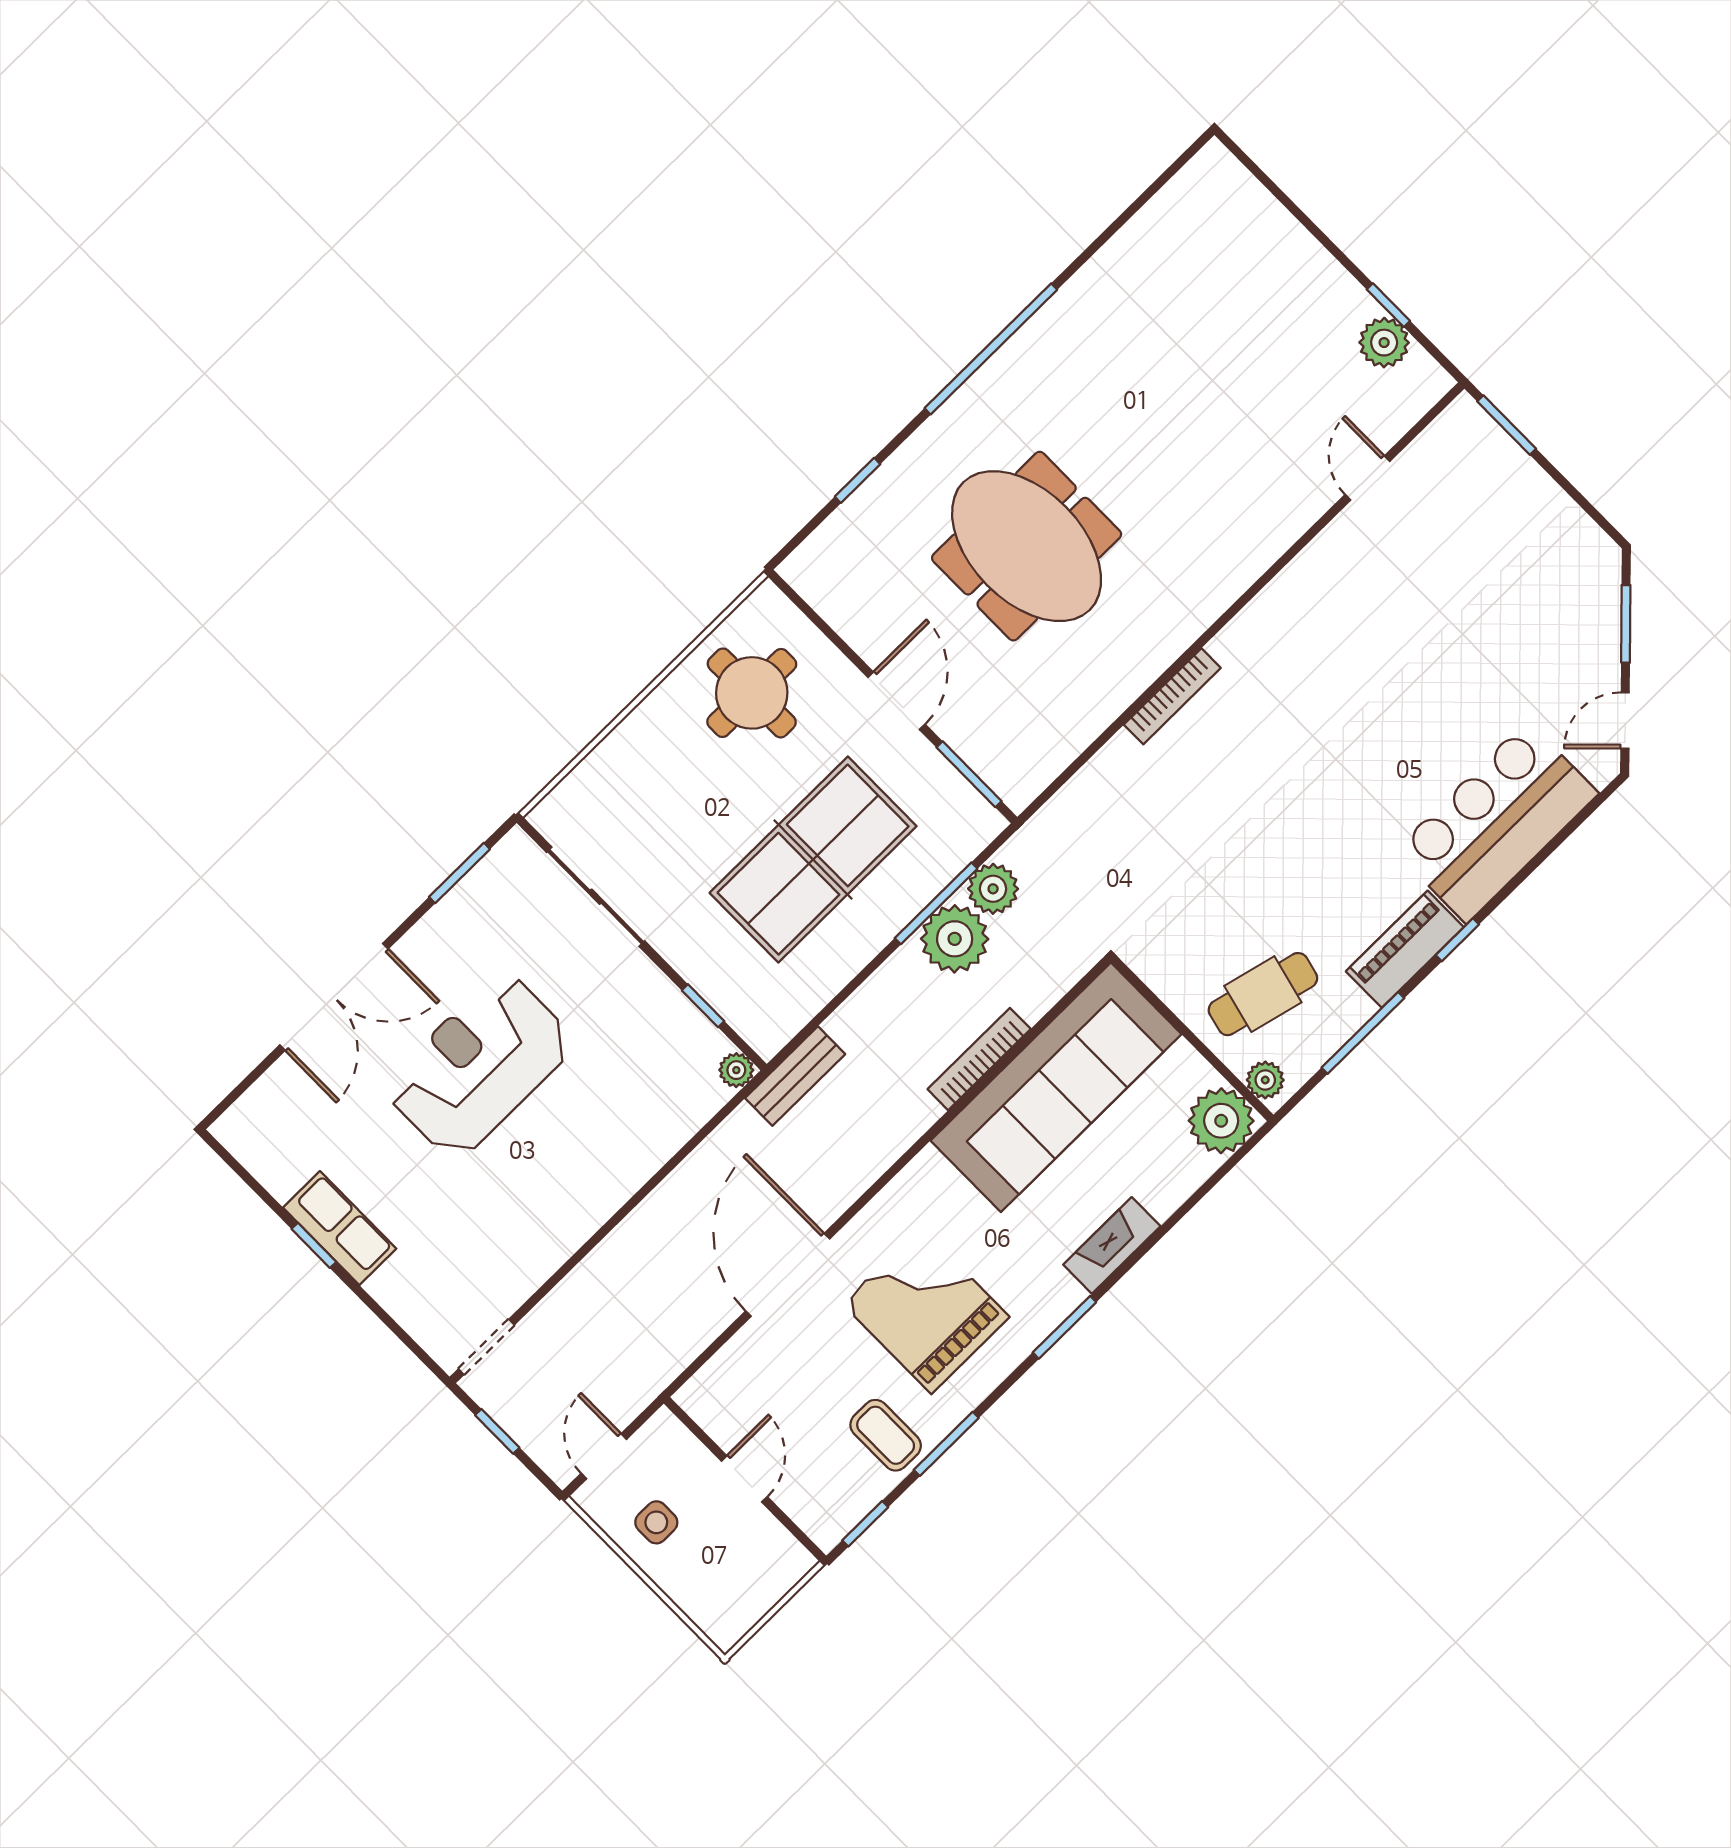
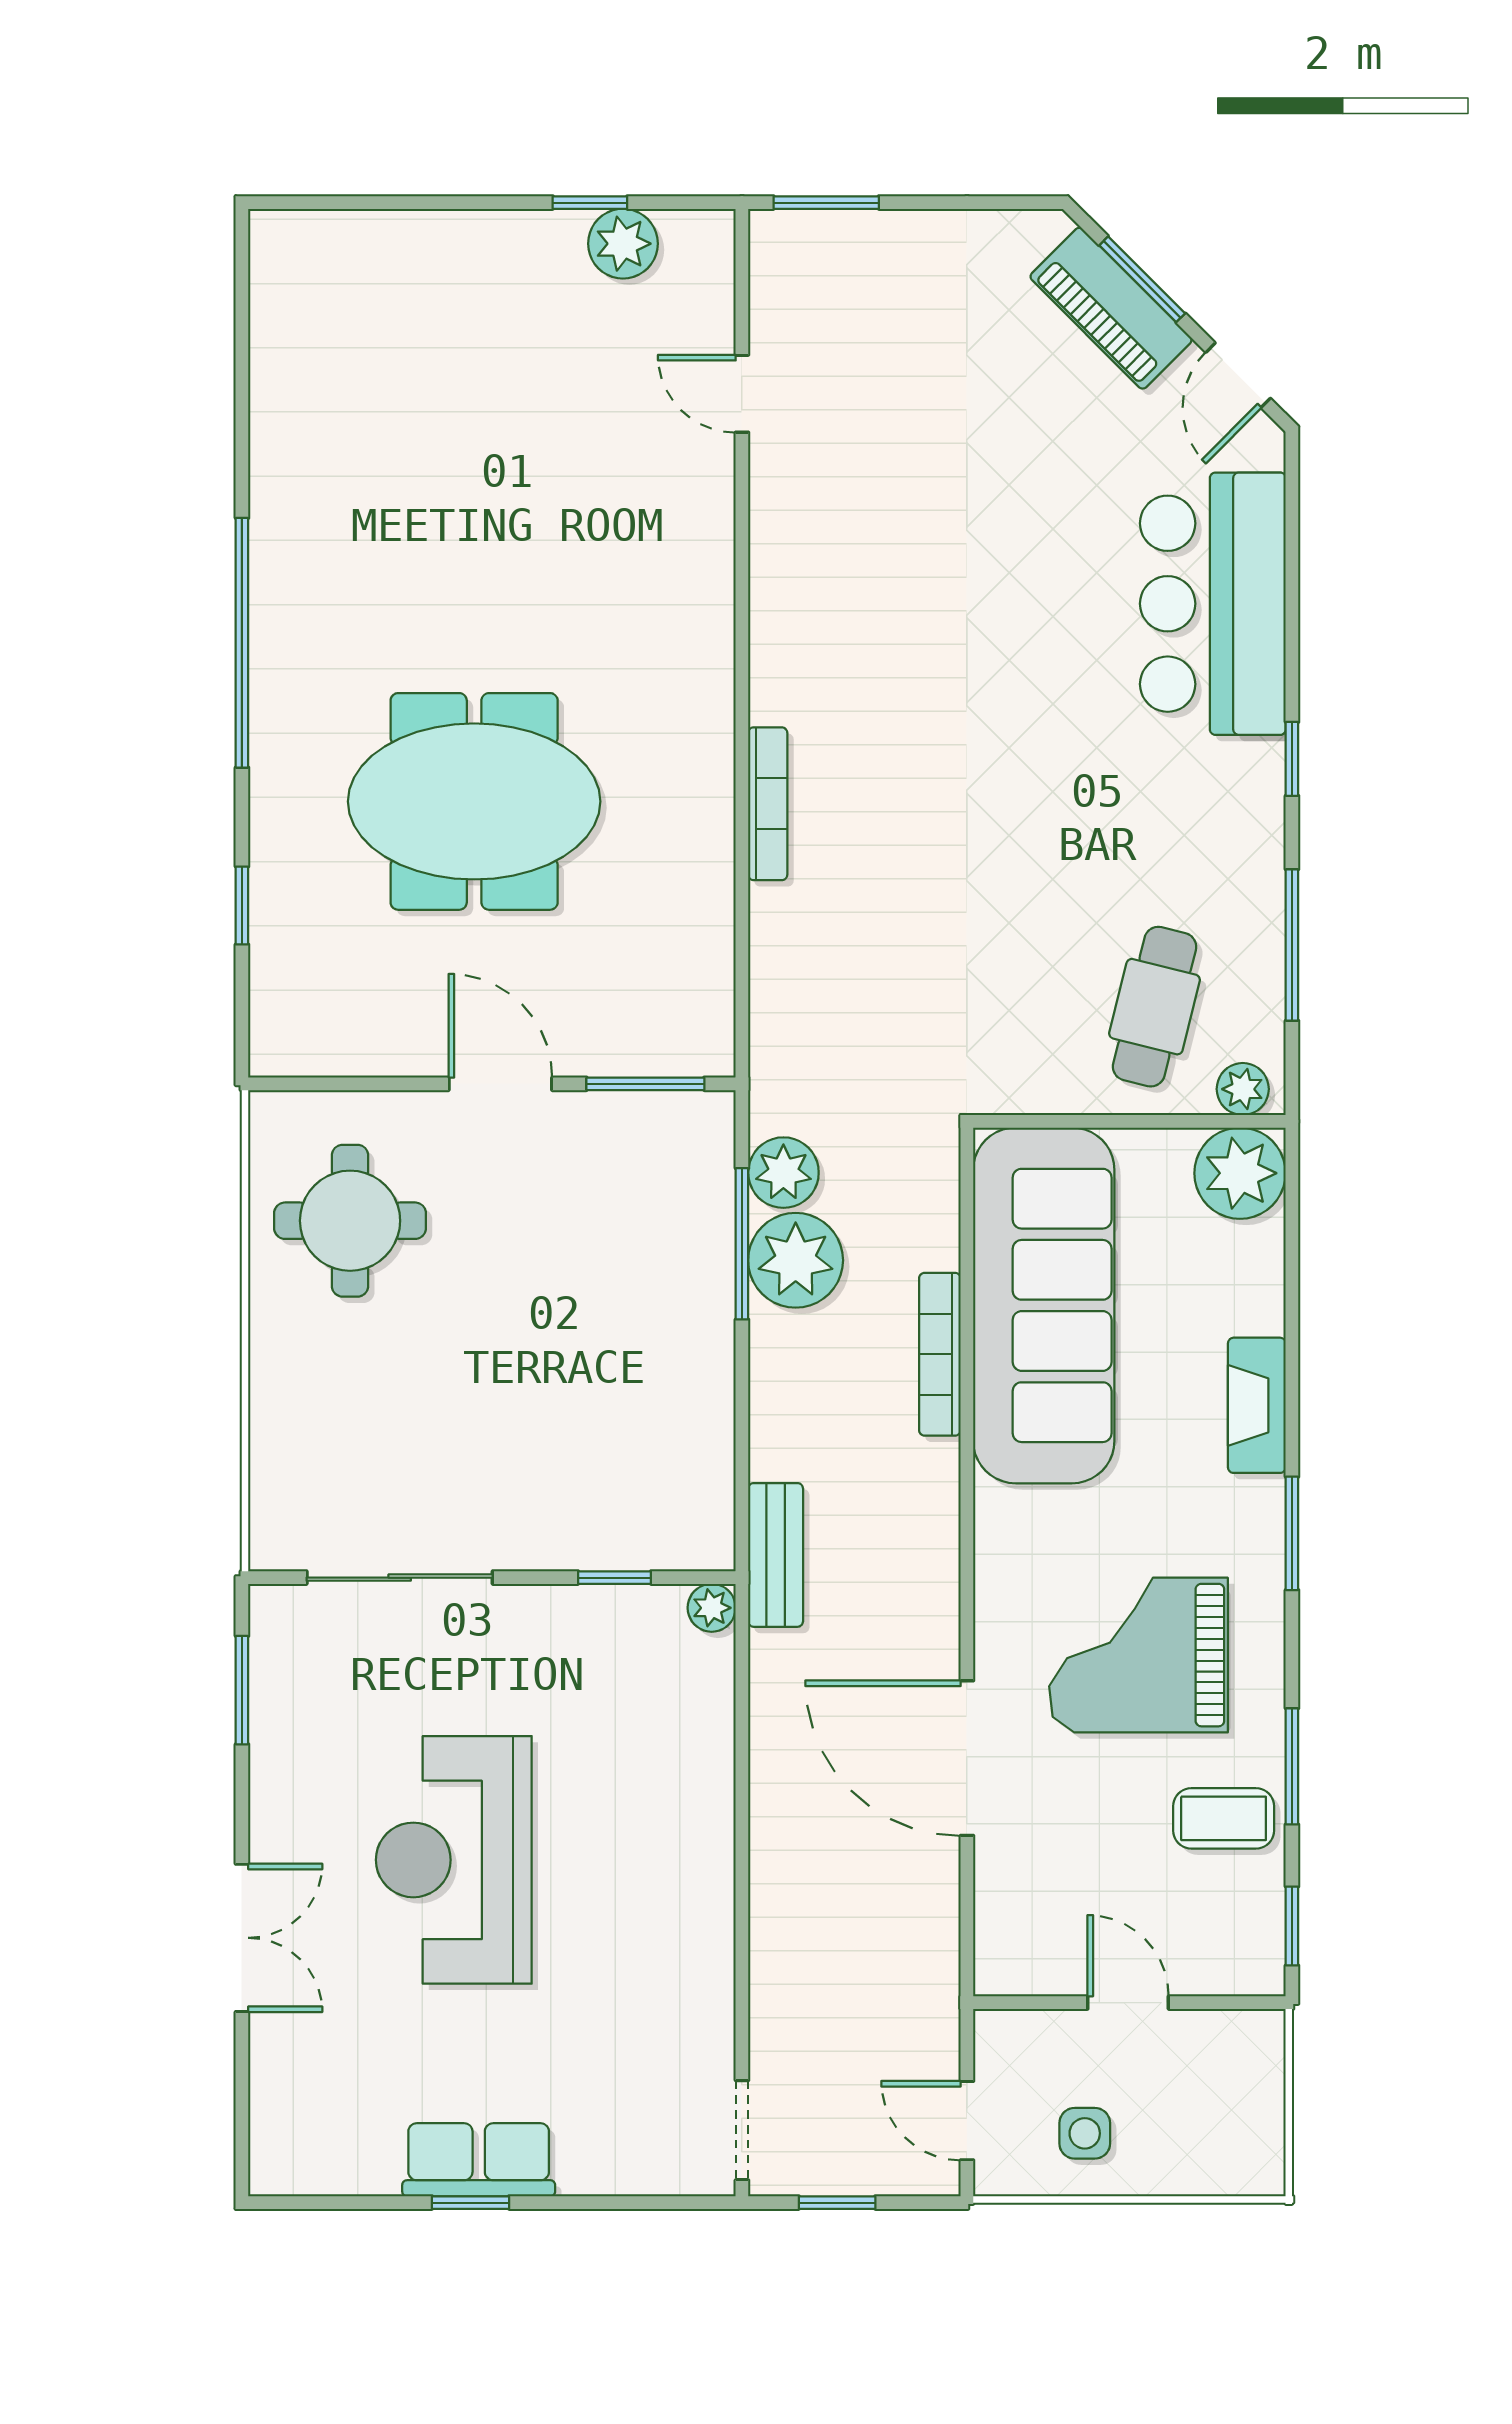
table tennis table: (813, 860) -> (577, 1324), removed
piano: (1405, 949) -> (1111, 308), moved, turned -45
double door: (334, 997) -> (242, 1938), width x0.73

